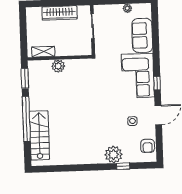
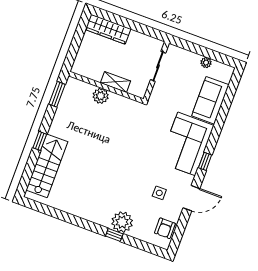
wardrobe: (60, 13) -> (108, 29), moved
shelving: (43, 52) -> (115, 82), moved
window: (26, 119) -> (40, 141), width x0.32
window: (123, 166) -> (114, 235), moved

